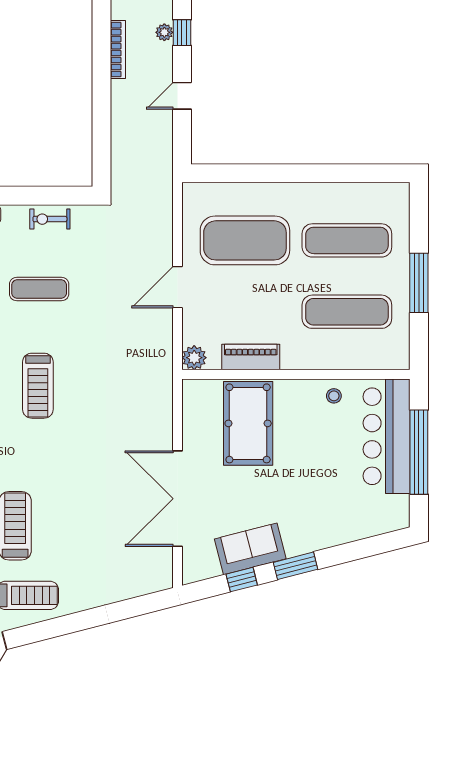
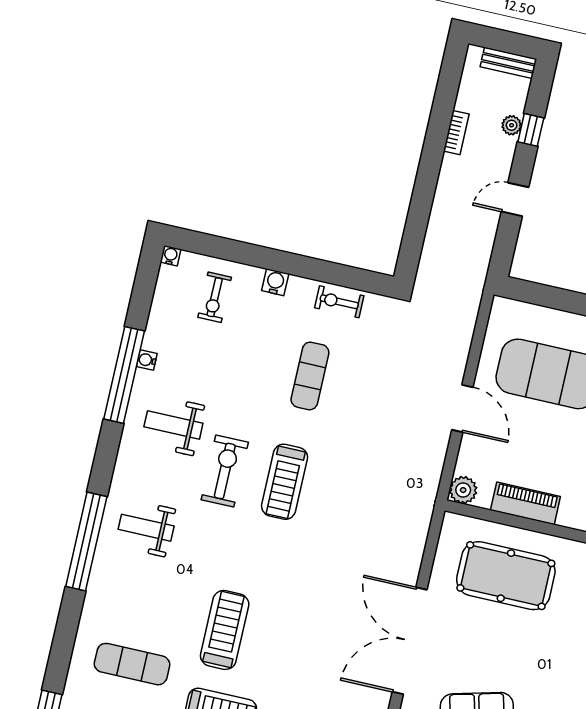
bookcase: (118, 50) -> (456, 133), width x0.64
door: (177, 287) -> (462, 408), swing flipped
exercise mat: (39, 289) -> (310, 376), turned 90
pool table: (248, 423) -> (506, 576), turned 90

